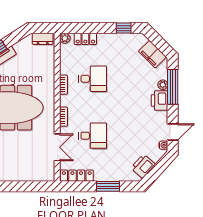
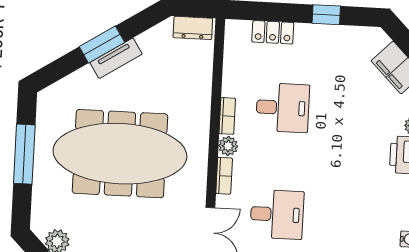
window: (124, 28) -> (326, 15), moved
plant: (65, 38) -> (228, 146), moved

